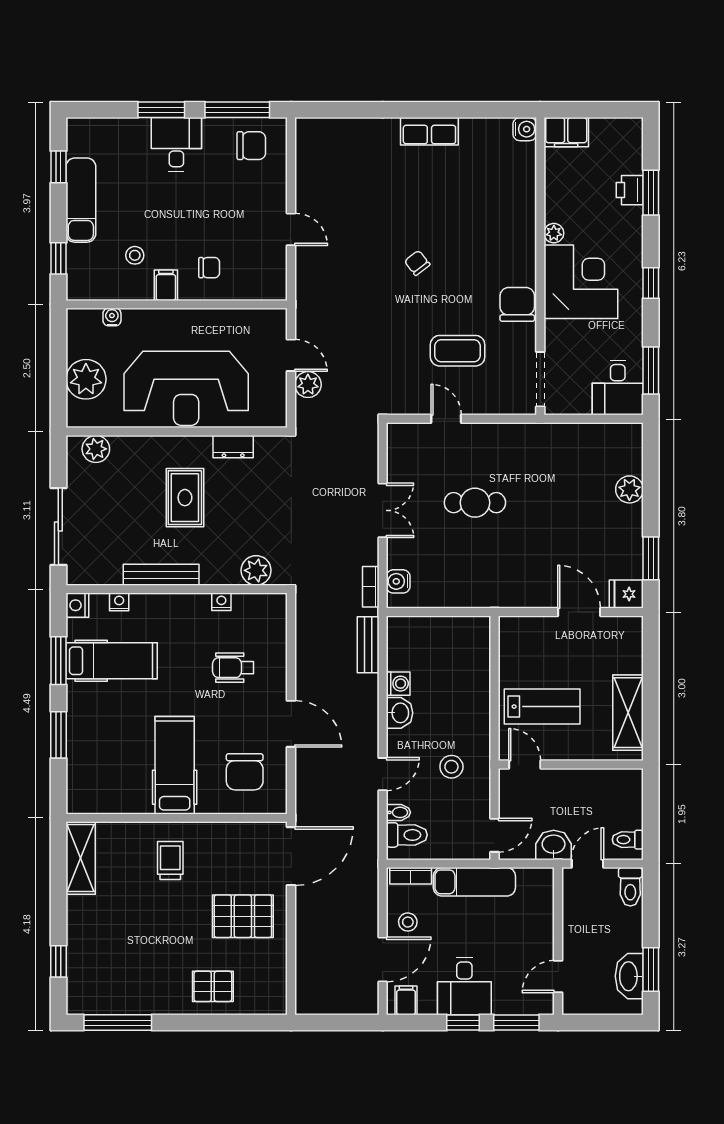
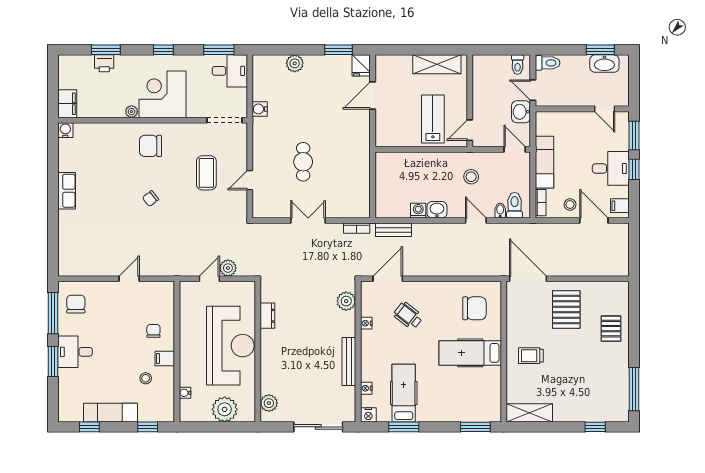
chair: (517, 304) -> (150, 146), moved
rug: (185, 498) -> (300, 346), removed
water cooler: (398, 581) -> (260, 109), moved, turned 90
wheelchair: (233, 668) -> (408, 316), turned 128
door: (291, 724) -> (388, 279), moved
window: (58, 735) -> (475, 427), moved

